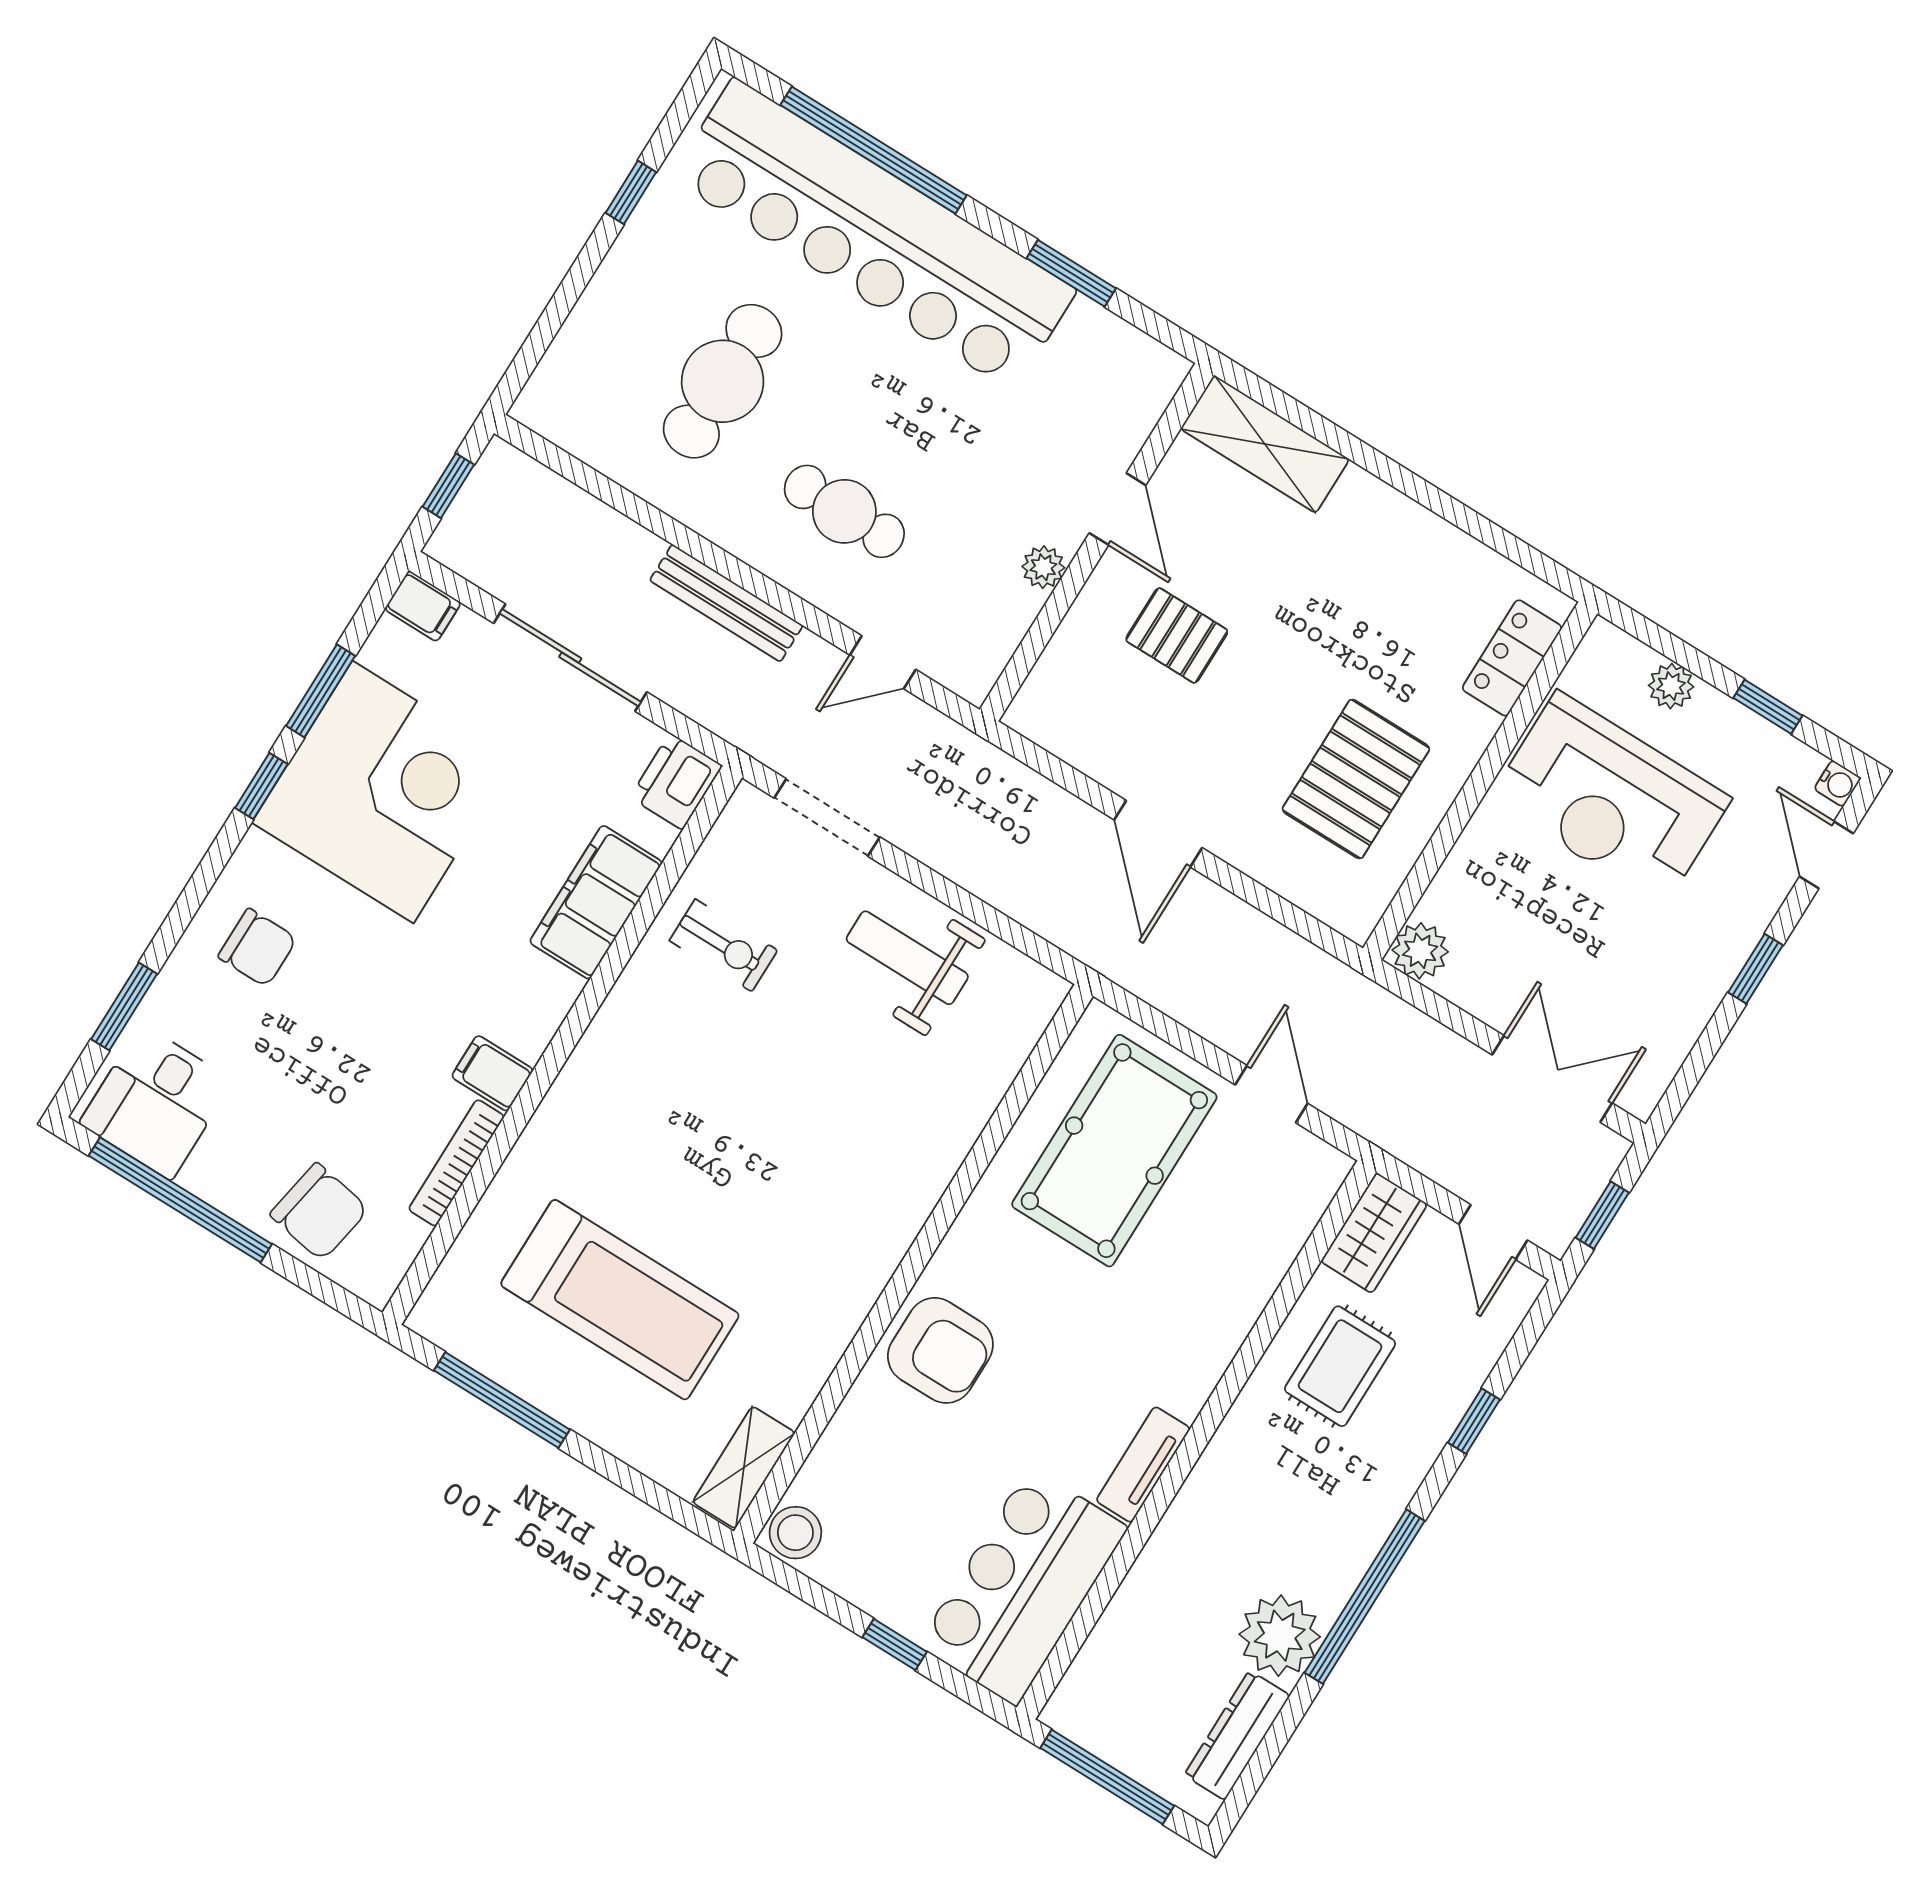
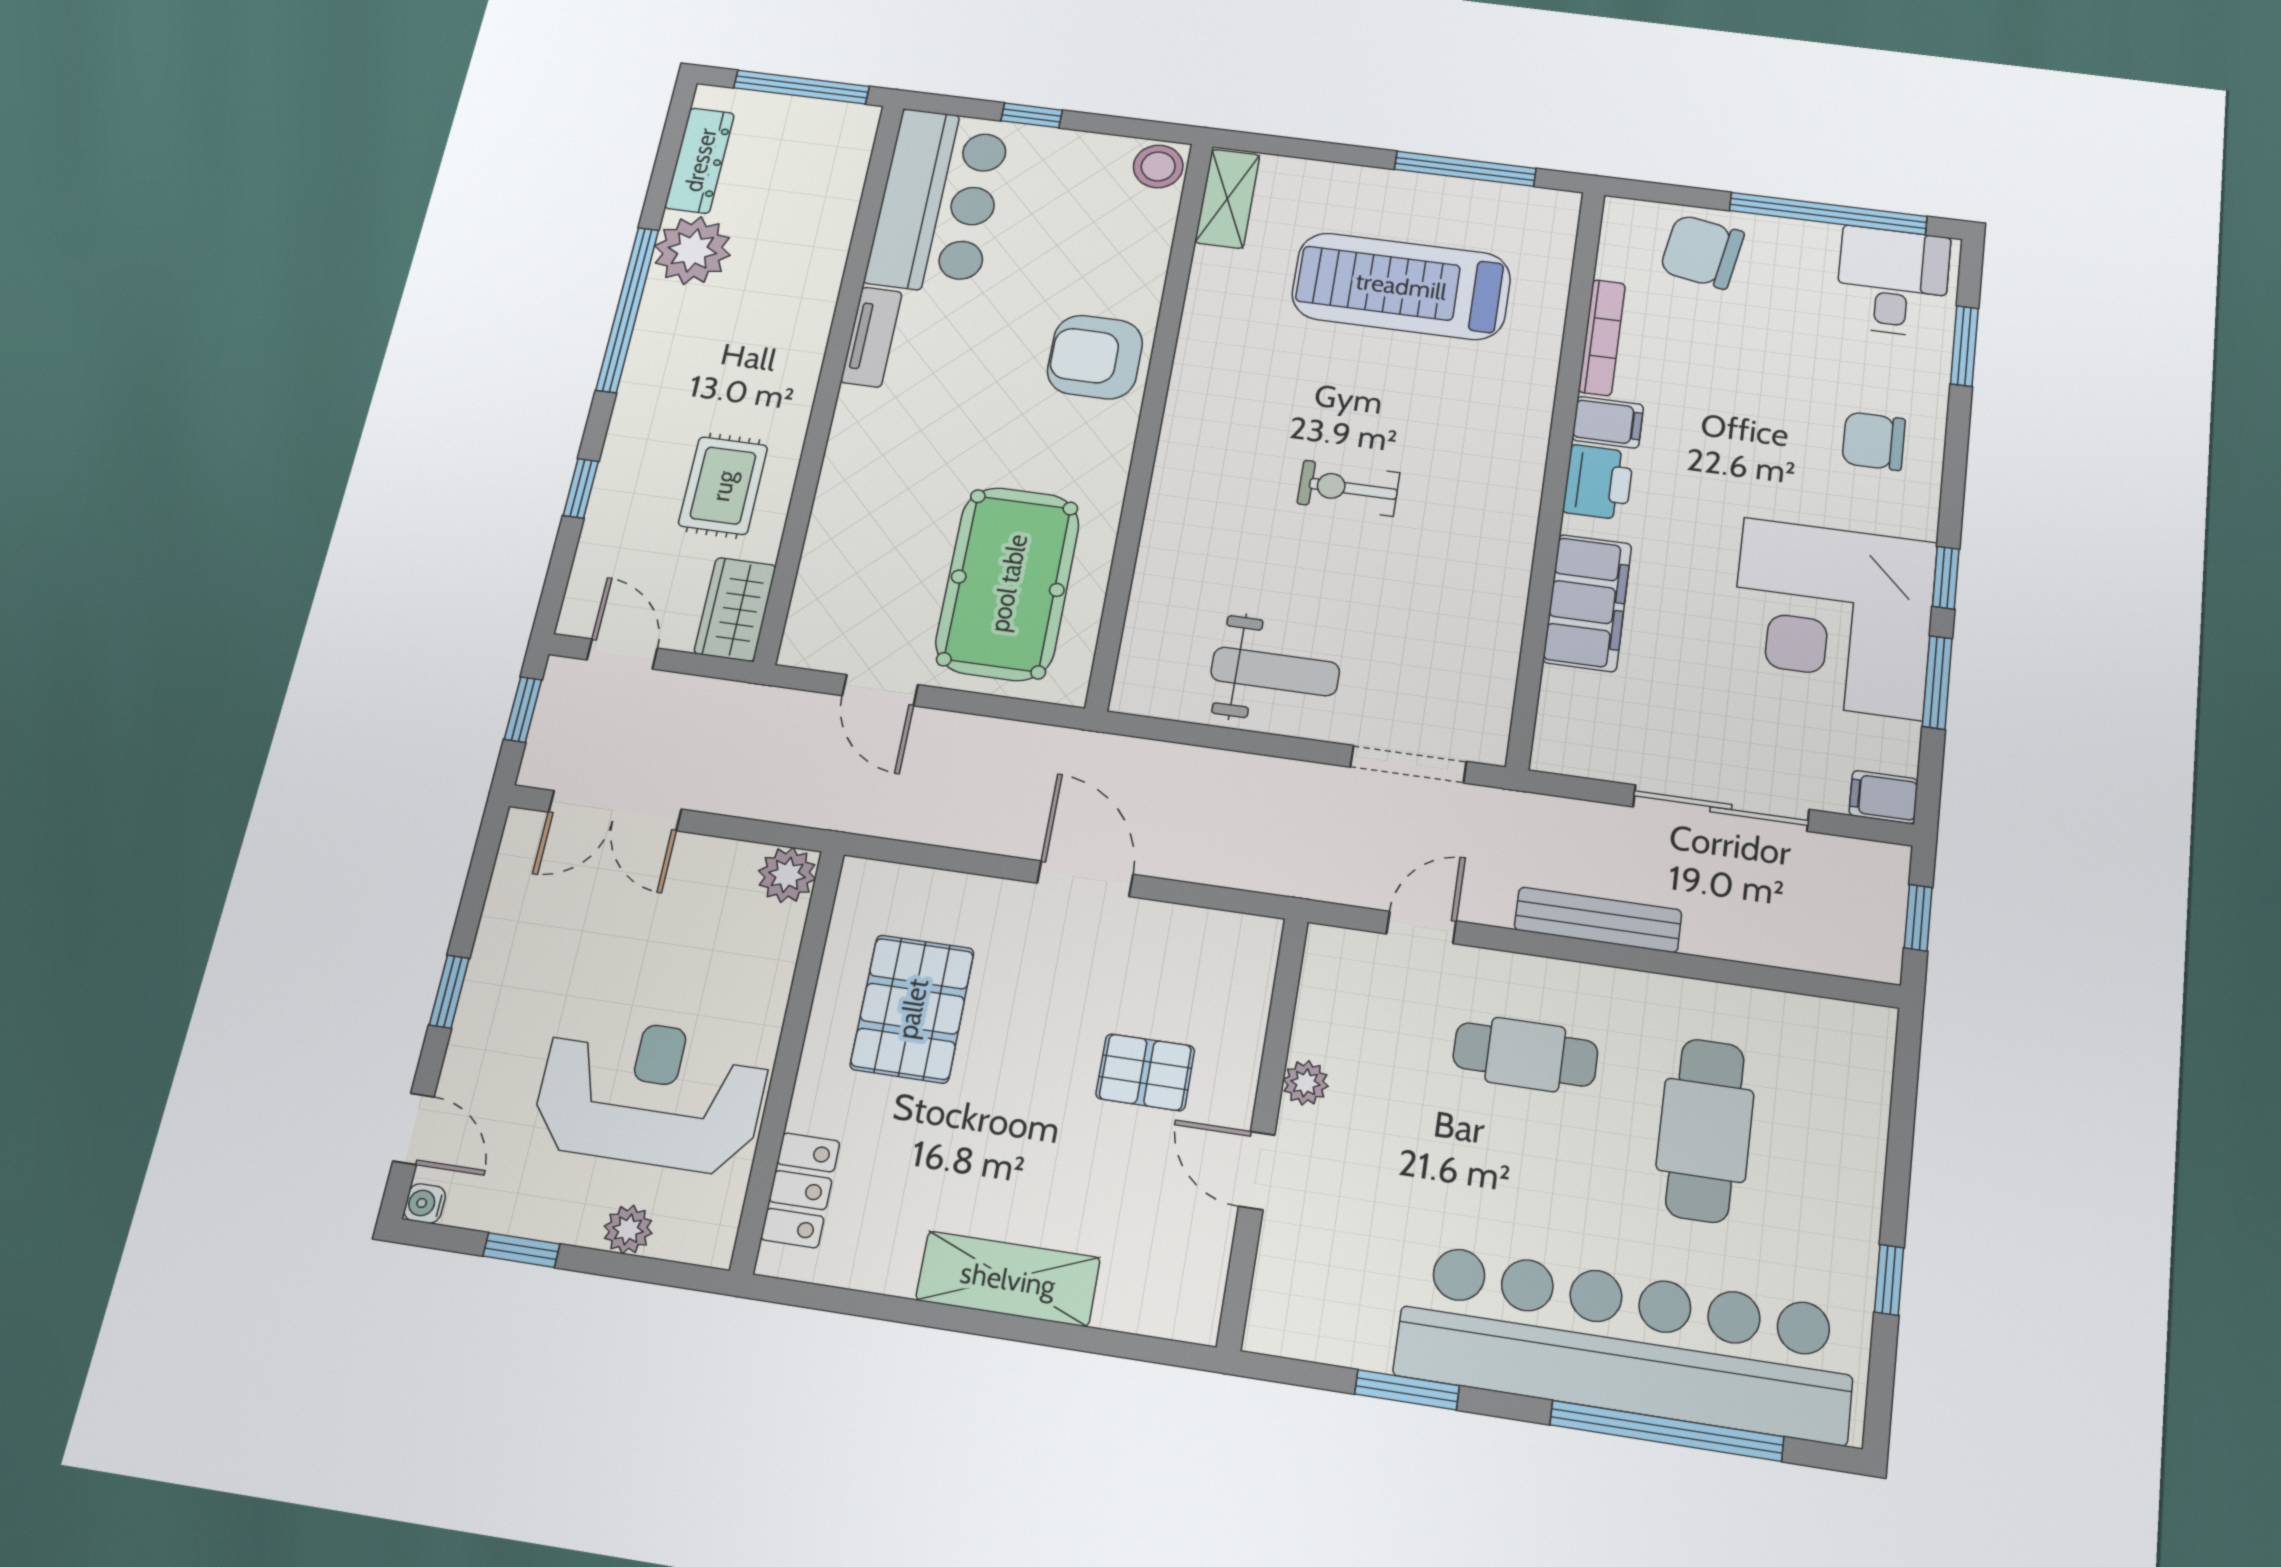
shelving: (1265, 444) -> (1008, 1279), moved
printer: (676, 782) -> (1598, 482), moved
exercise bike: (723, 945) -> (1348, 488), moved

